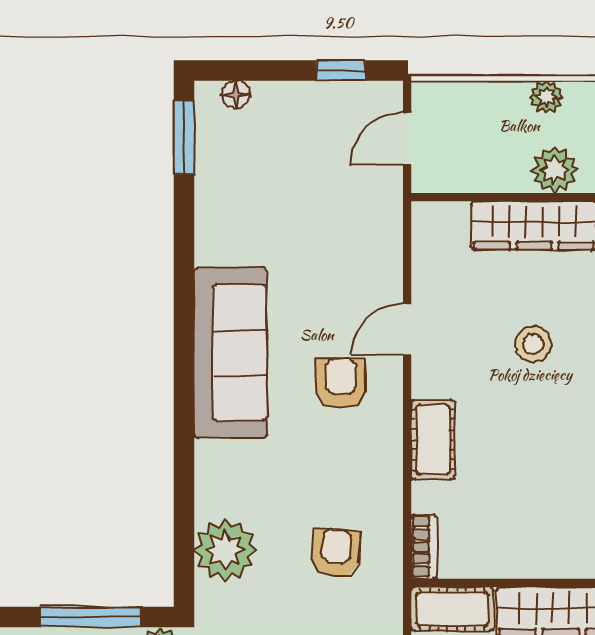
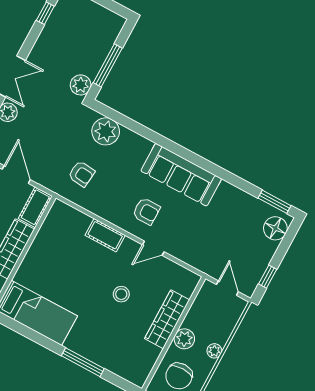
floor lamp: (236, 95) -> (275, 228), width x1.89, depth x1.89
door: (407, 329) -> (153, 248), swing flipped
bookcase: (424, 546) -> (65, 209), removed

